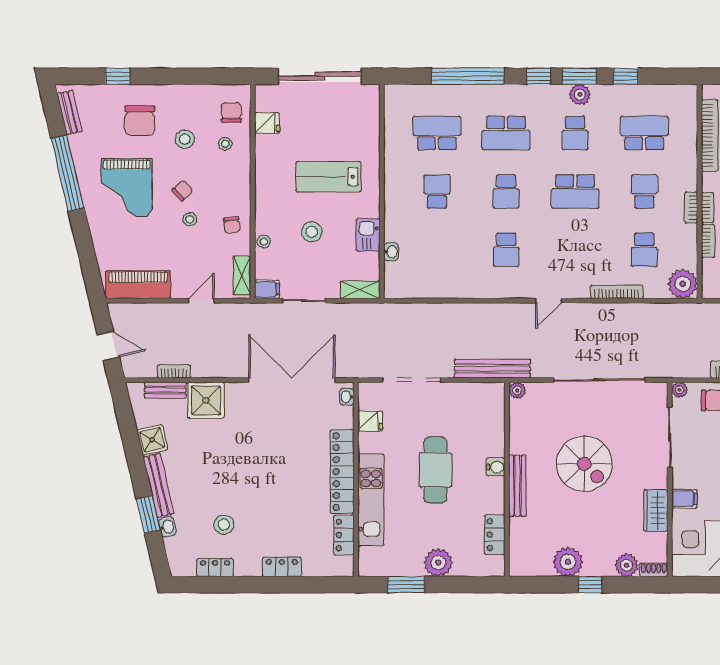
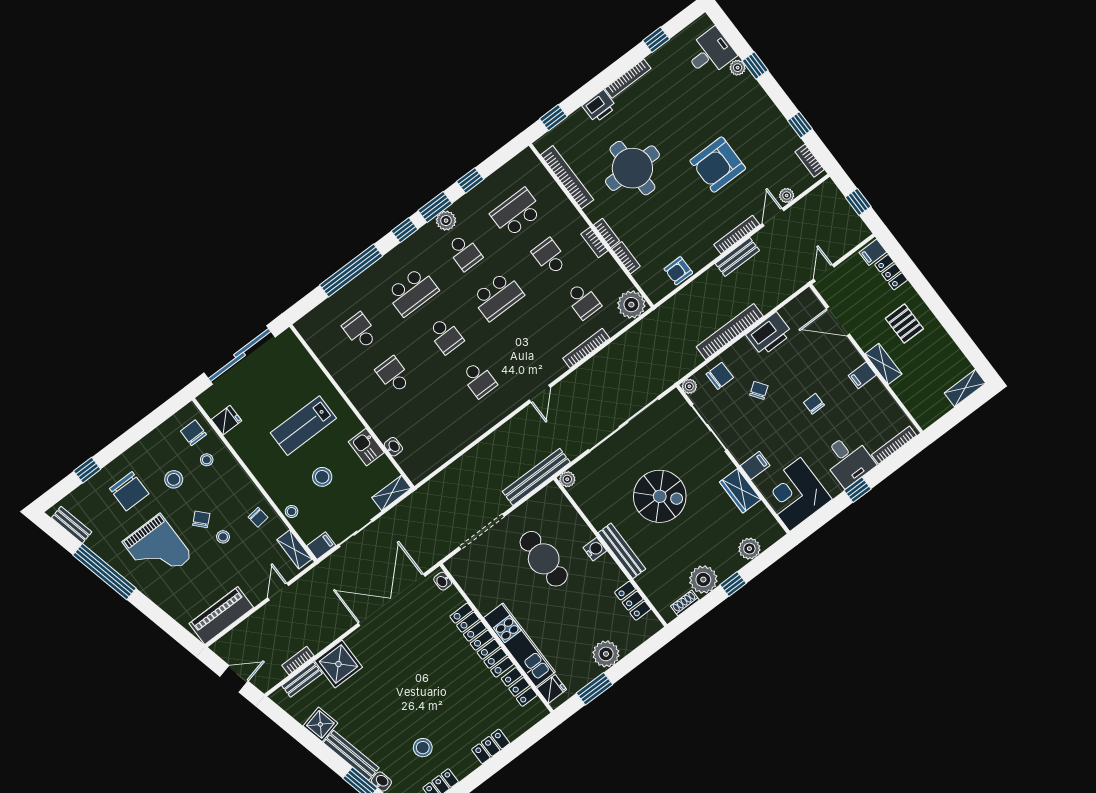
school desk: (437, 133) -> (360, 331), width x0.54
fridge: (370, 421) -> (552, 689), moved
cafe table: (436, 470) -> (544, 559), moved
shoe rack: (654, 570) -> (685, 603), moved

